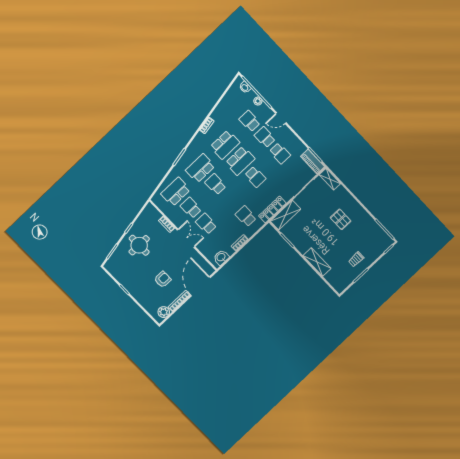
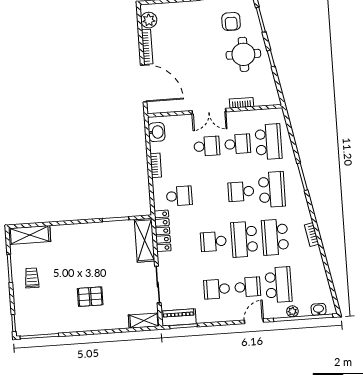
school desk: (250, 121) -> (278, 285), width x1.85
school desk: (215, 184) -> (241, 192), turned 180
shelving: (317, 262) -> (30, 235), moved
armchair: (163, 279) -> (231, 21), moved

